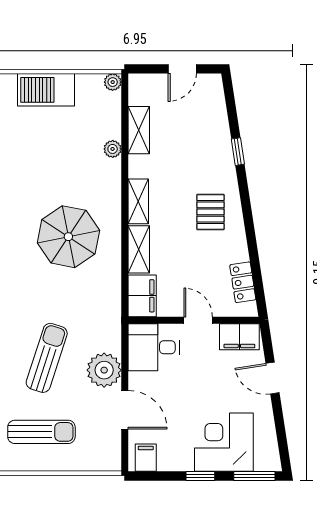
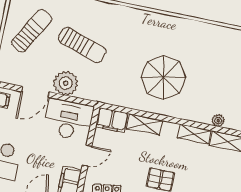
shelving: (138, 201) -> (194, 134), moved
desk: (154, 347) -> (68, 120), width x1.37
sun lounger: (41, 432) -> (32, 31), turned -150

